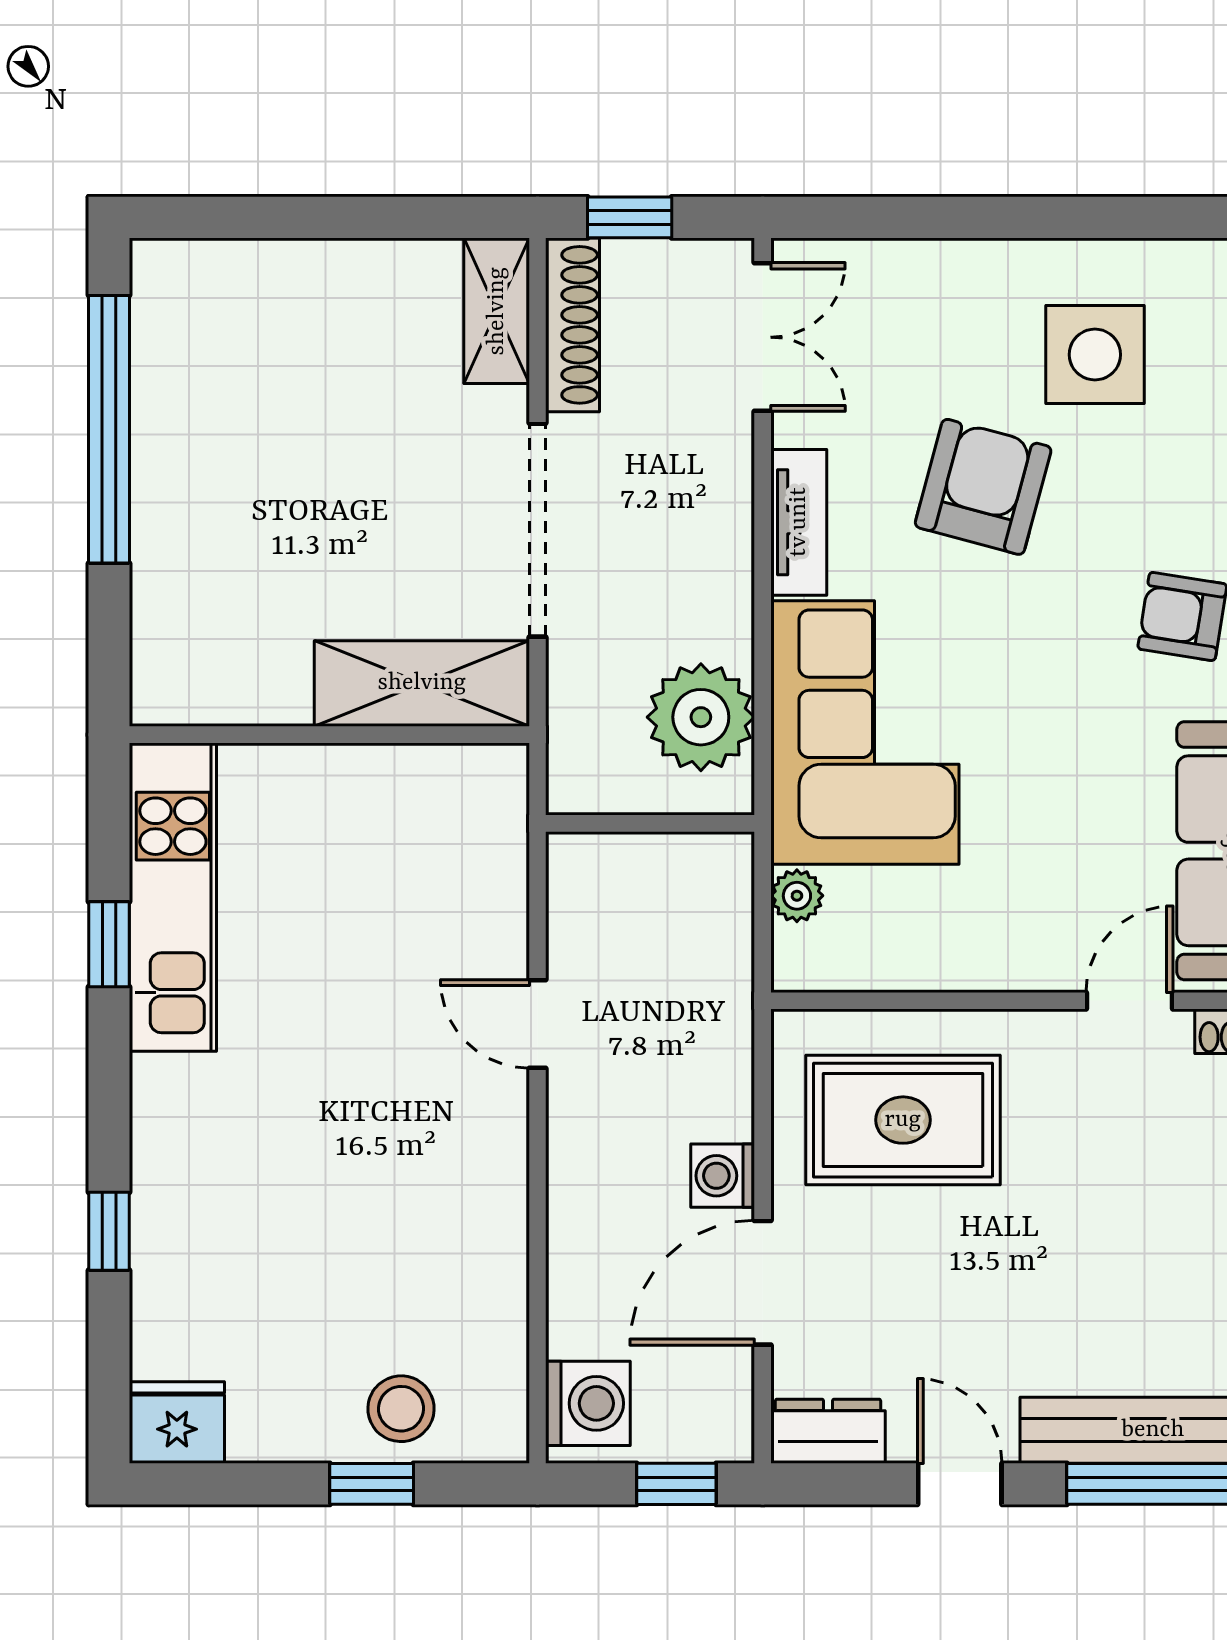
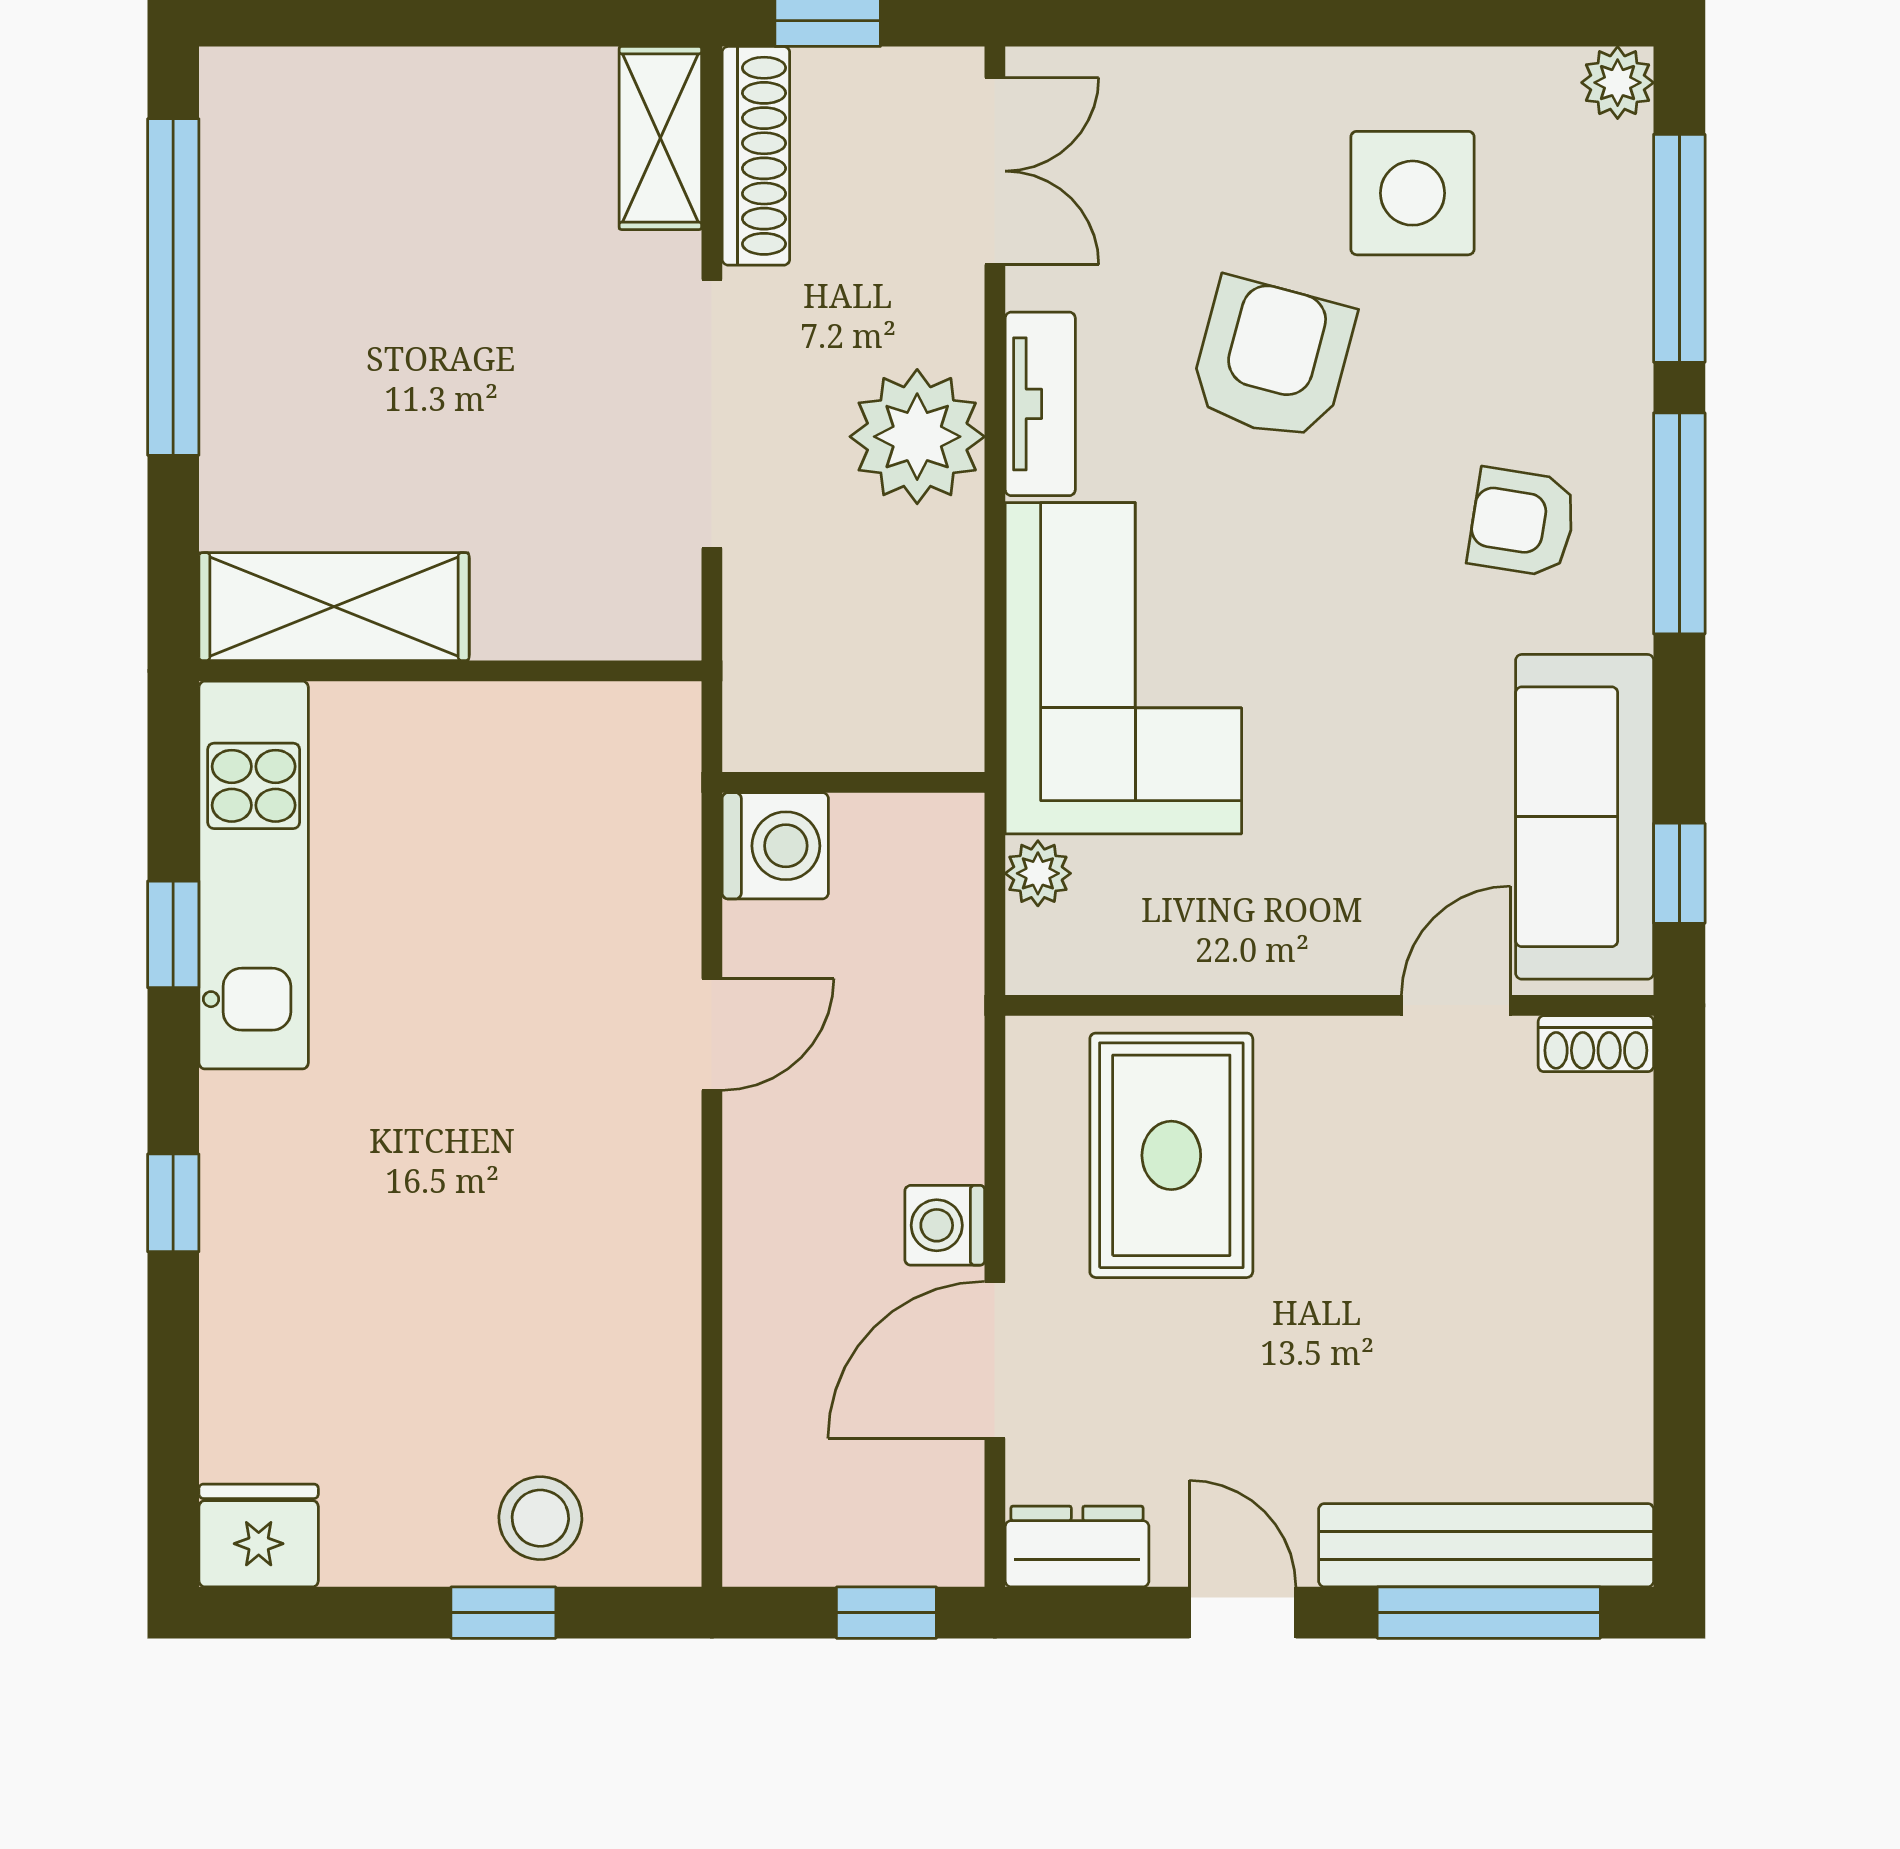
shelving: (422, 683) -> (334, 607), moved
plant: (701, 717) -> (917, 437), moved
door: (537, 1024) -> (712, 1034), swing flipped
rug: (903, 1120) -> (1171, 1155), turned 90
window: (109, 1231) -> (173, 1203), moved
washing machine: (588, 1403) -> (775, 846), moved

